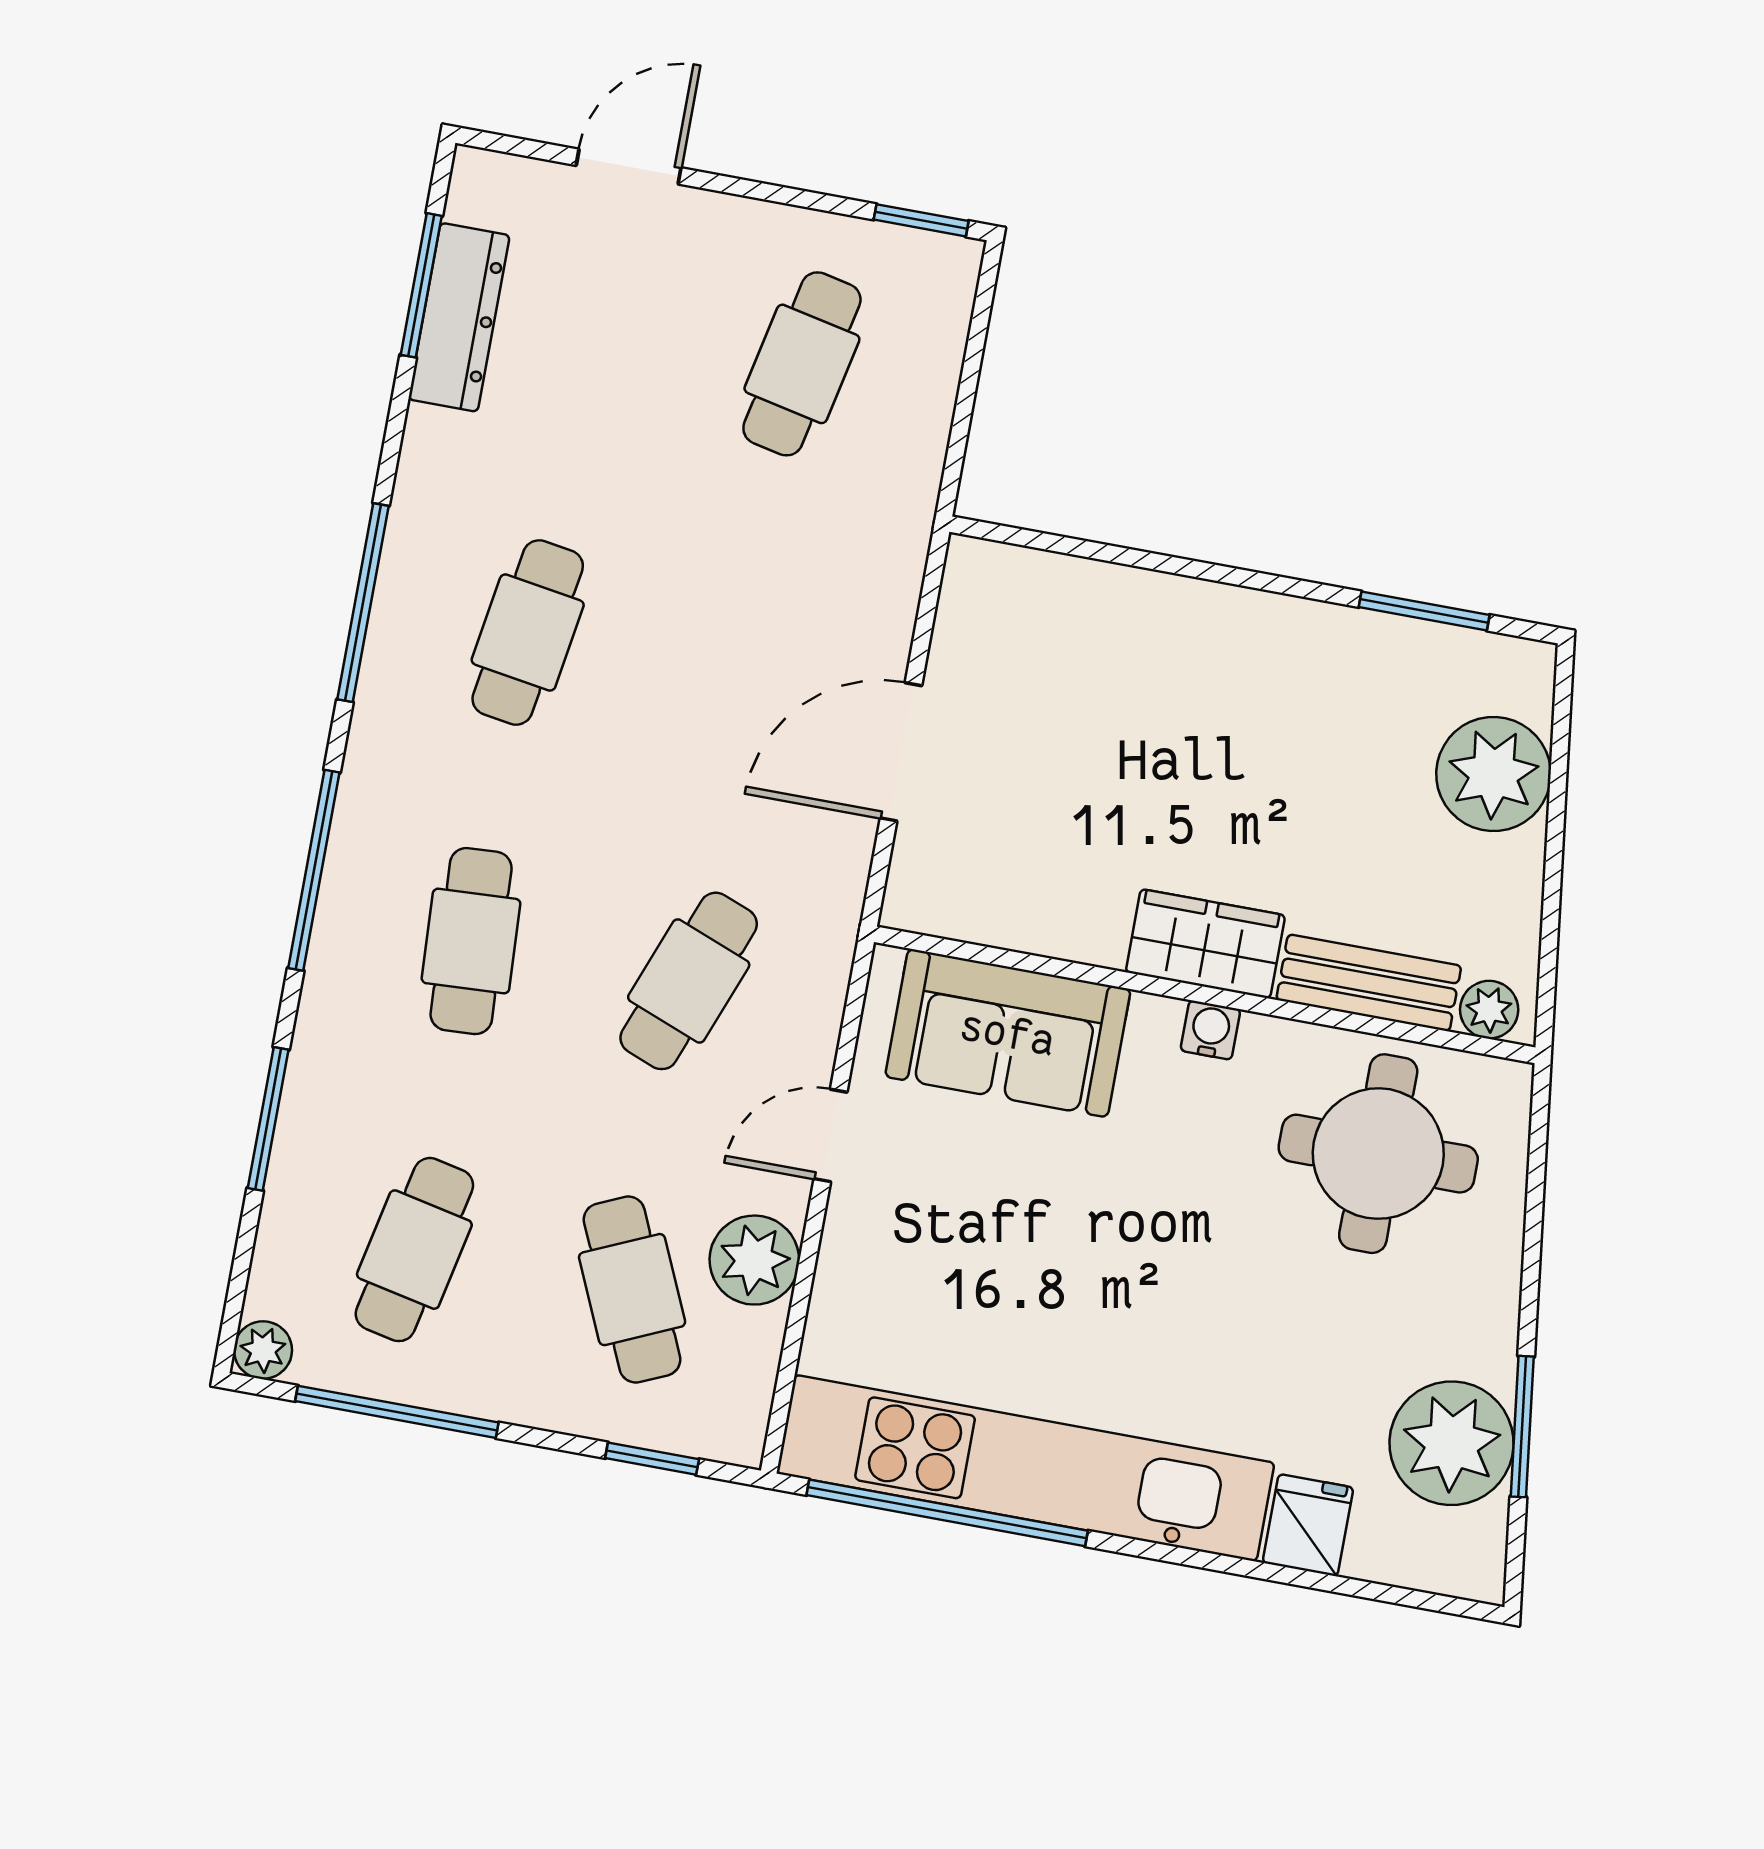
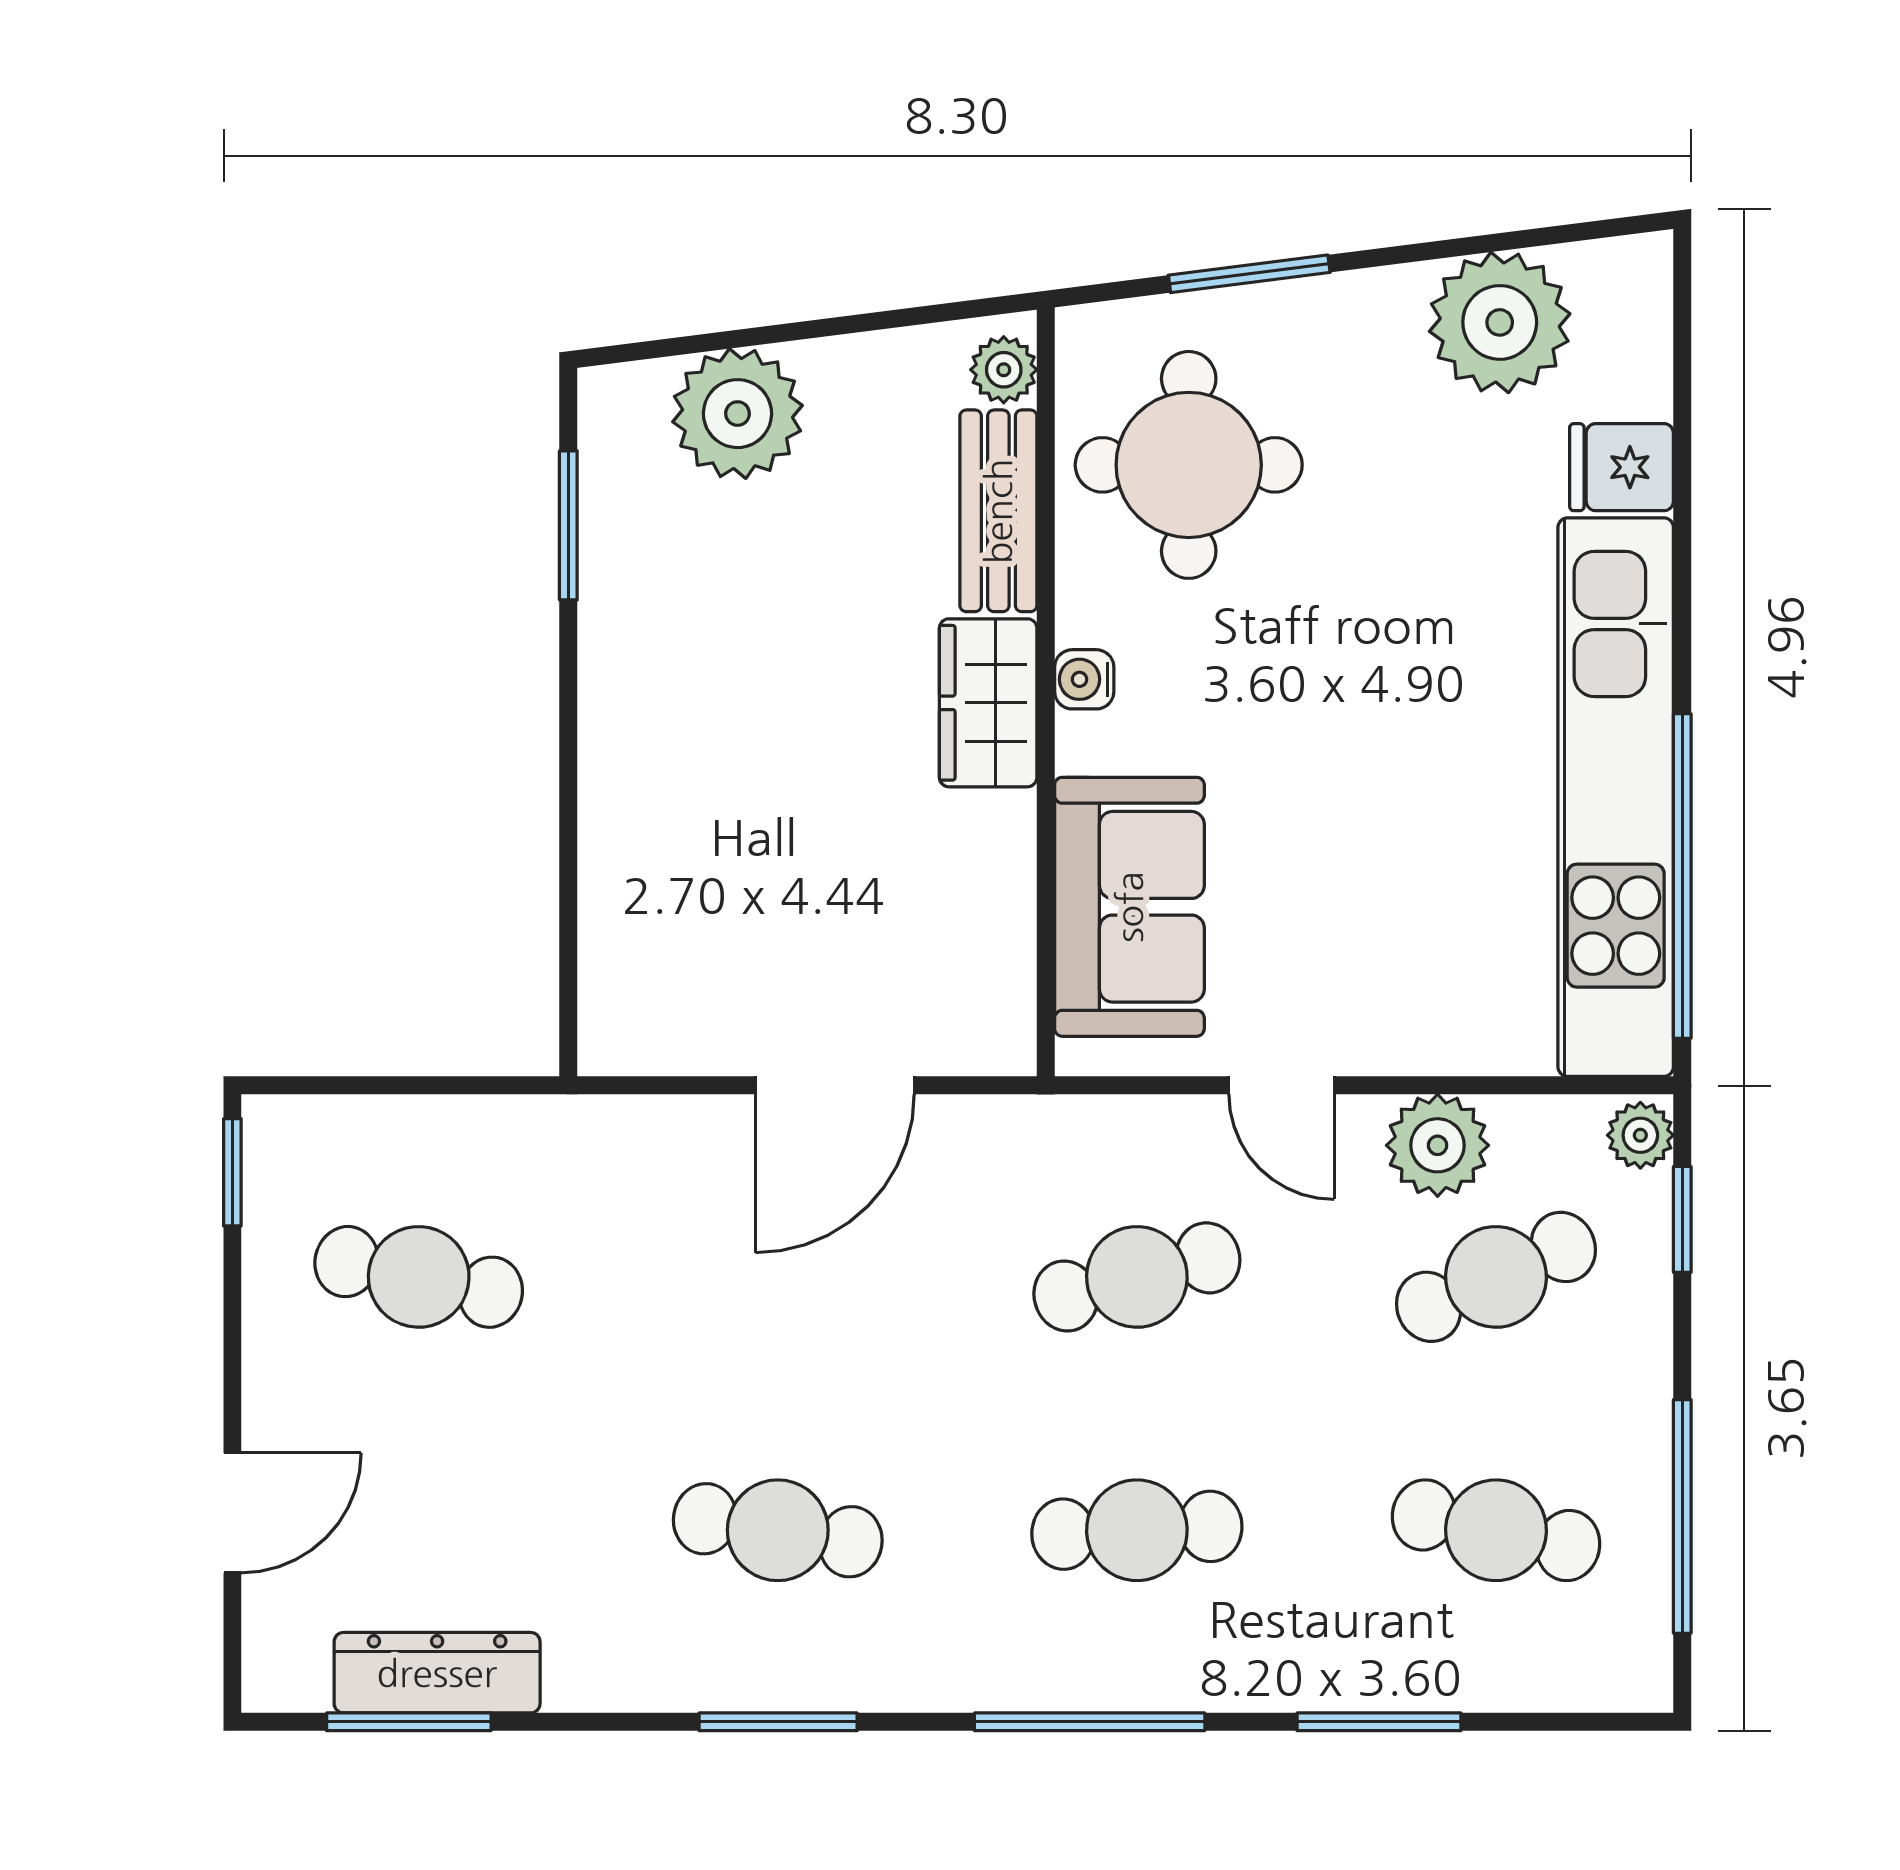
door: (629, 167) -> (232, 1513), swing flipped
window: (363, 603) -> (778, 1722), width x0.69
door: (901, 752) -> (835, 1085), hinge flipped
cafe table: (689, 981) -> (1137, 1277), turned -36
plant: (263, 1350) -> (1640, 1135), moved
window: (1522, 1427) -> (1249, 274), moved

